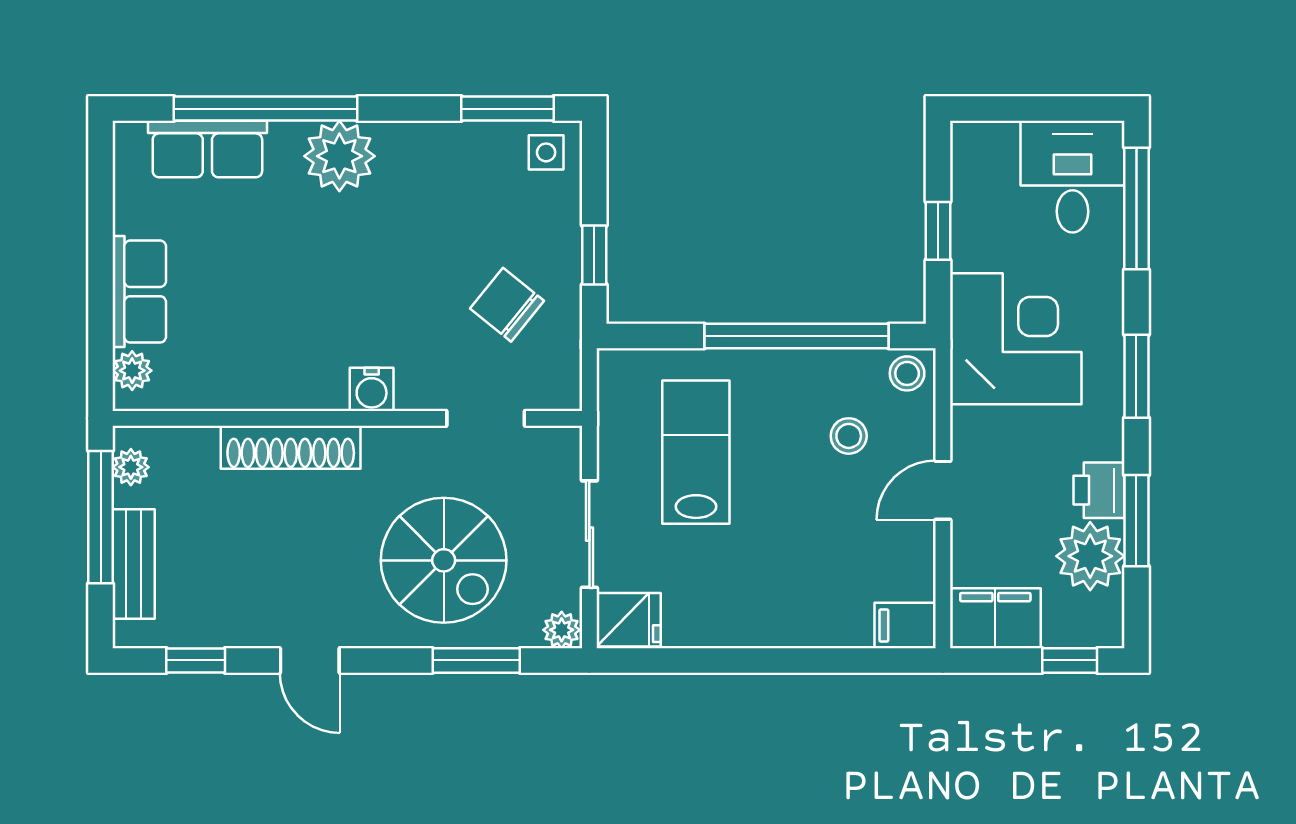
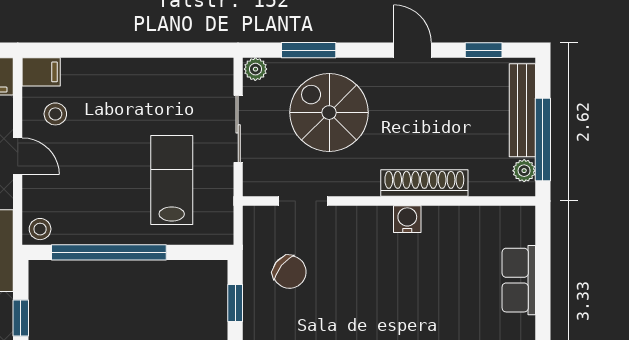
plant: (132, 371) -> (523, 231), removed
water cooler: (372, 389) -> (407, 219), moved
stool: (849, 436) -> (55, 114), moved
lab bench: (696, 452) -> (172, 180), turned 180
door: (943, 490) -> (18, 156), hinge flipped
bench: (134, 564) -> (522, 110), width x1.36
fridge: (629, 620) -> (214, 76), removed

